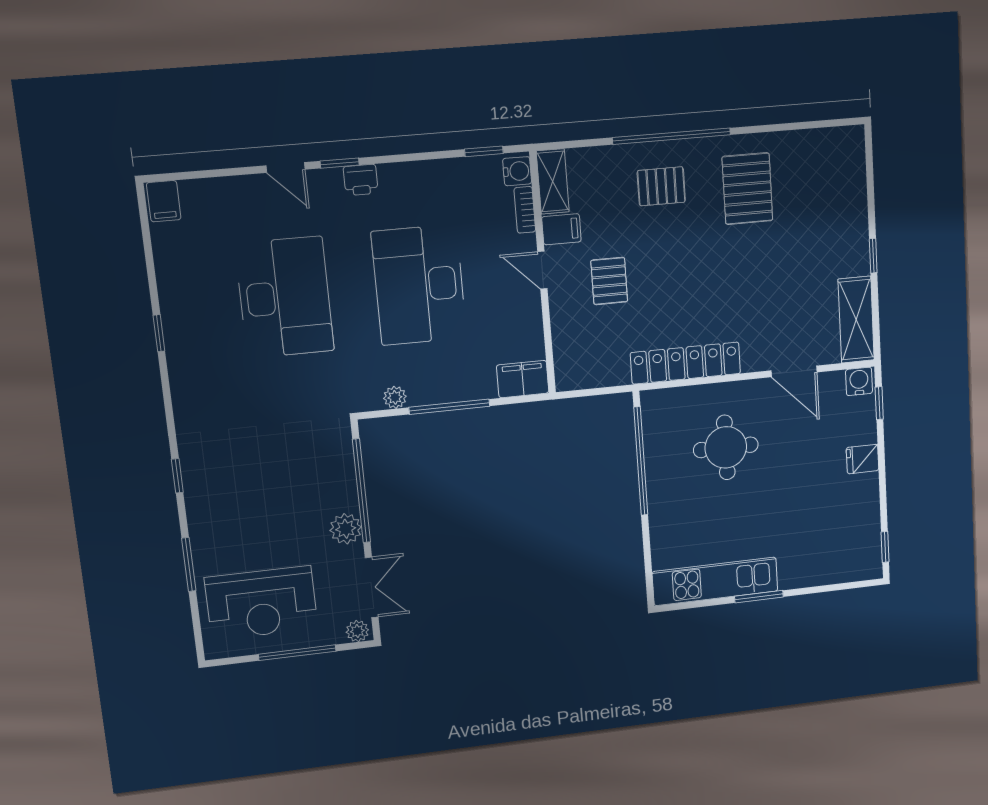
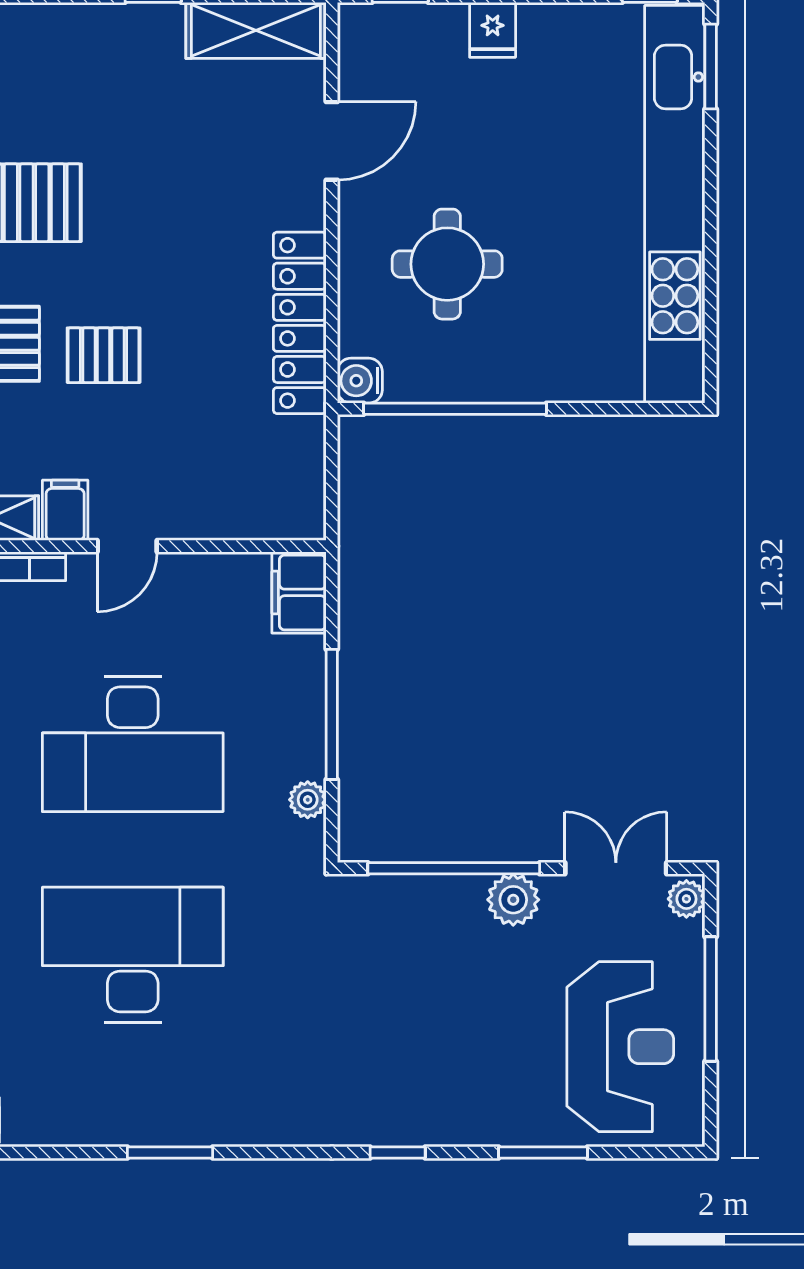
pallet: (609, 281) -> (104, 355), moved
window: (159, 333) -> (170, 1153), width x1.50
water cooler: (859, 381) -> (360, 381), moved
kitchen unit: (715, 581) -> (675, 204), width x1.86
window: (759, 597) -> (711, 67), moved

